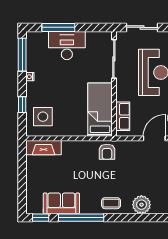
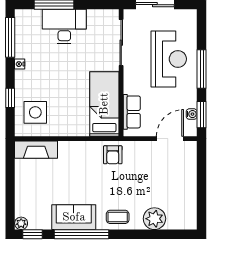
sofa: (61, 203) -> (74, 217), moved
plant: (31, 209) -> (21, 223), added

